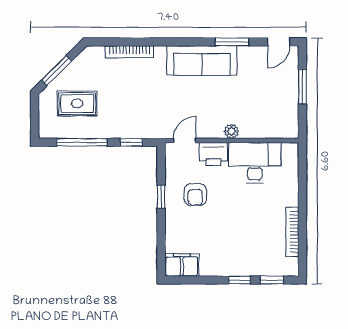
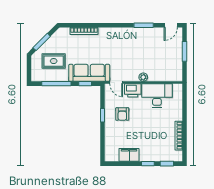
sofa: (202, 61) -> (89, 73), moved, turned 180
door: (185, 140) -> (116, 83), swing flipped
filing cabinet: (182, 265) -> (129, 155), moved

